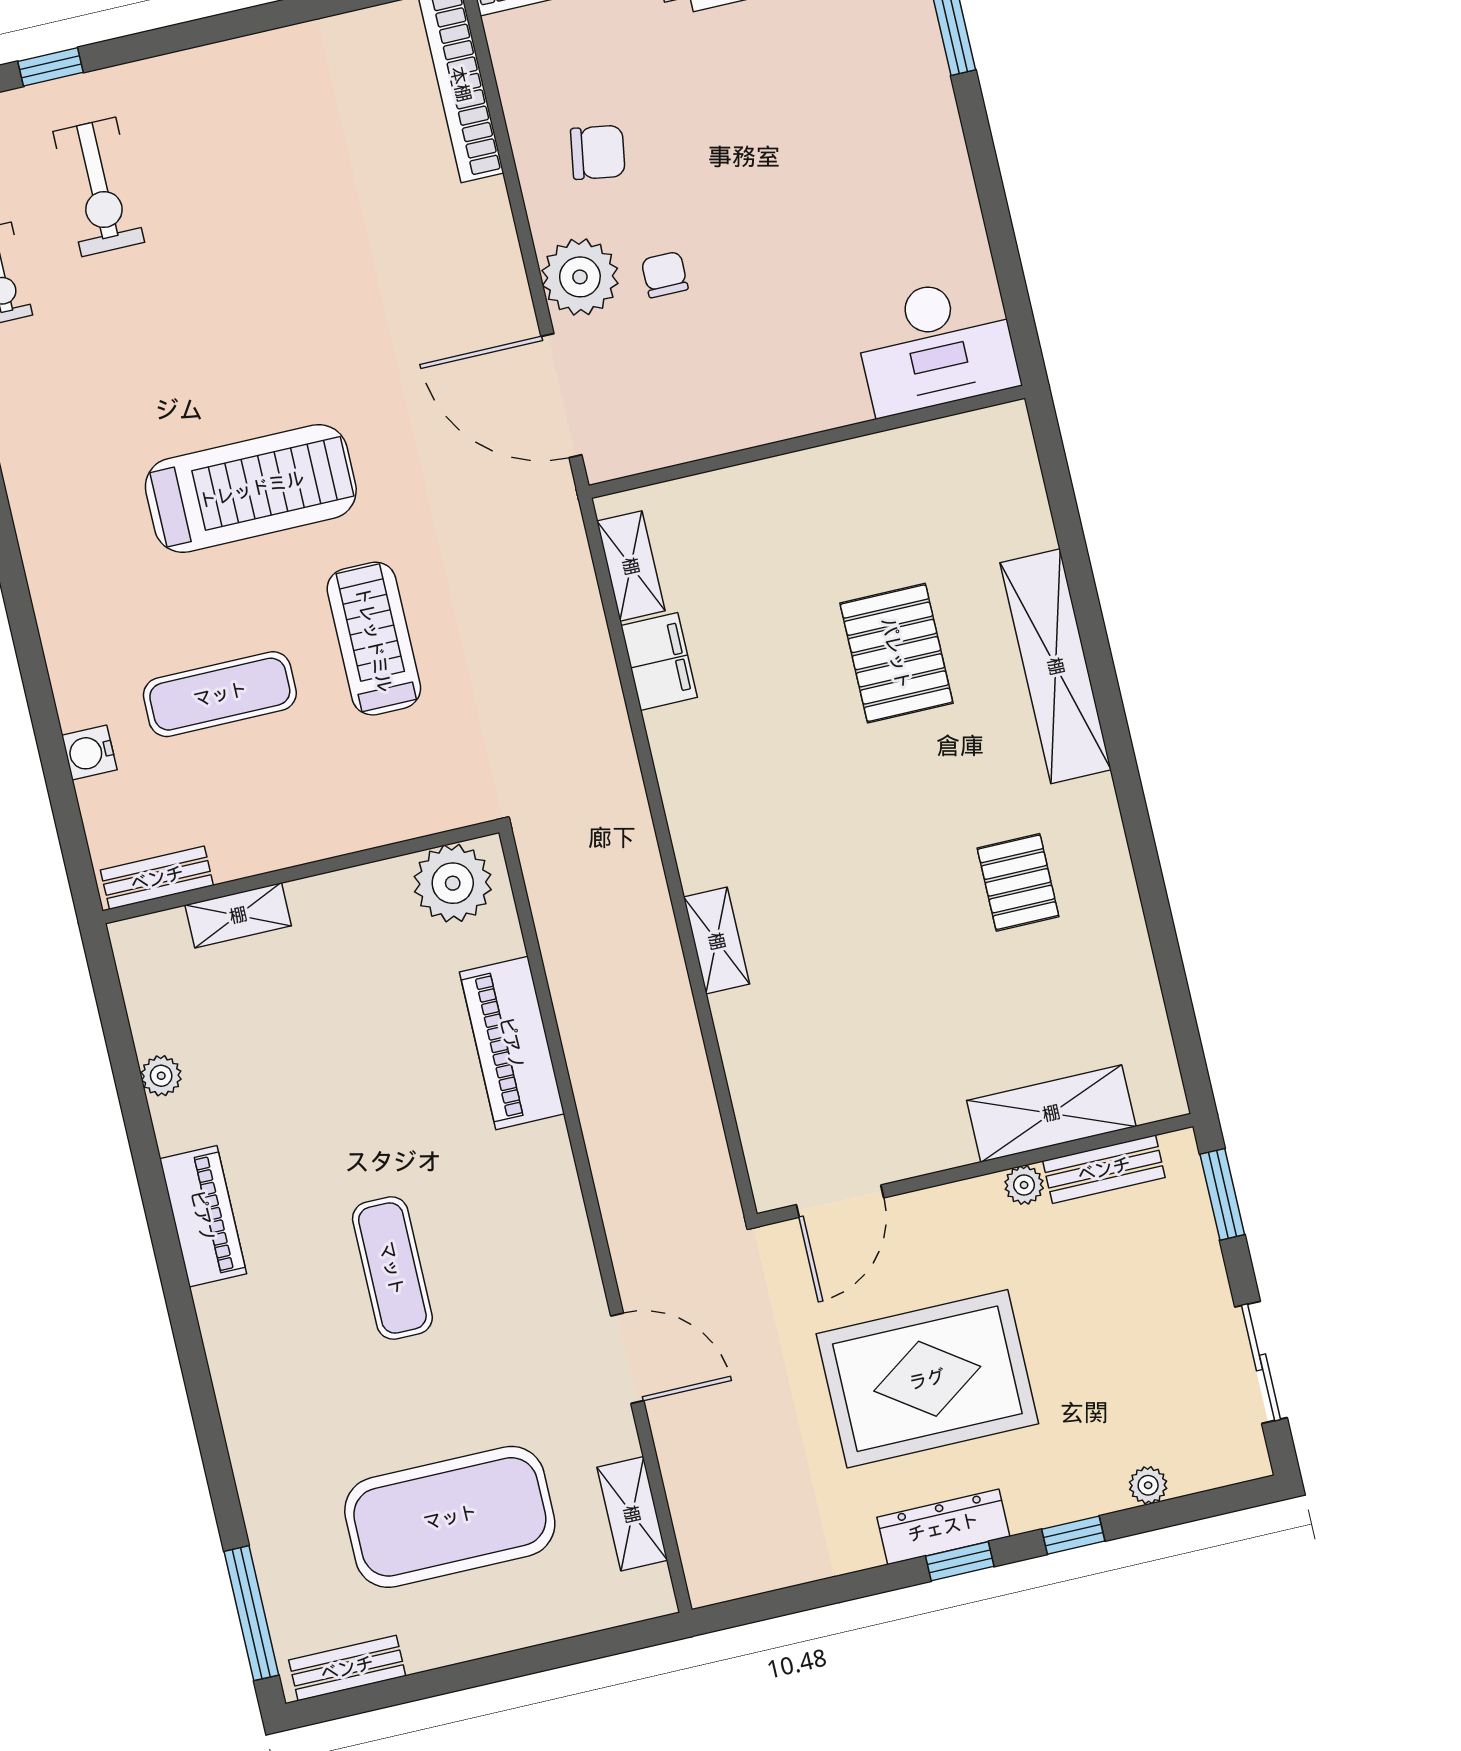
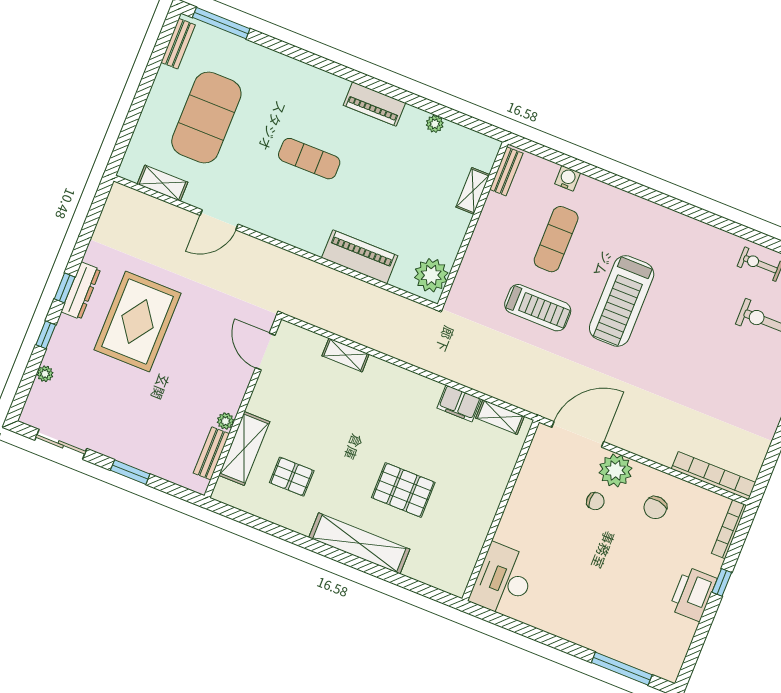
shelving: (1051, 1113) -> (244, 448), moved
bench: (1104, 1169) -> (211, 453), moved
wall: (975, 1170) -> (243, 407), moved
plant: (1024, 1185) -> (225, 421), moved
door: (840, 1201) -> (265, 352), moved

